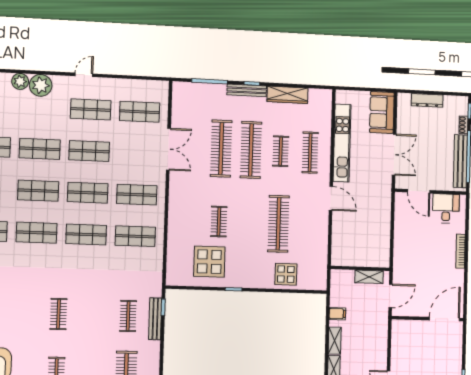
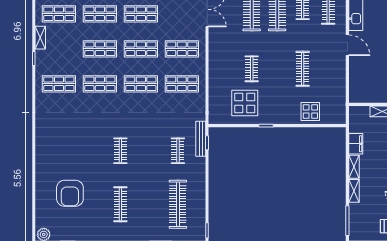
clothes rail: (278, 224) -> (303, 69), width x0.73, depth x0.76
filing cabinet: (337, 314) -> (356, 144), width x2.00
bench: (155, 319) -> (201, 139), moved

